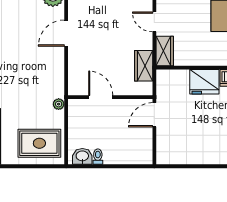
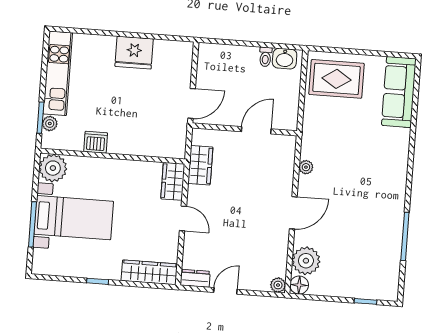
fridge: (204, 82) -> (134, 53), moved, turned 180
door: (101, 97) -> (256, 130), swing flipped
plant: (59, 104) -> (306, 167), moved

